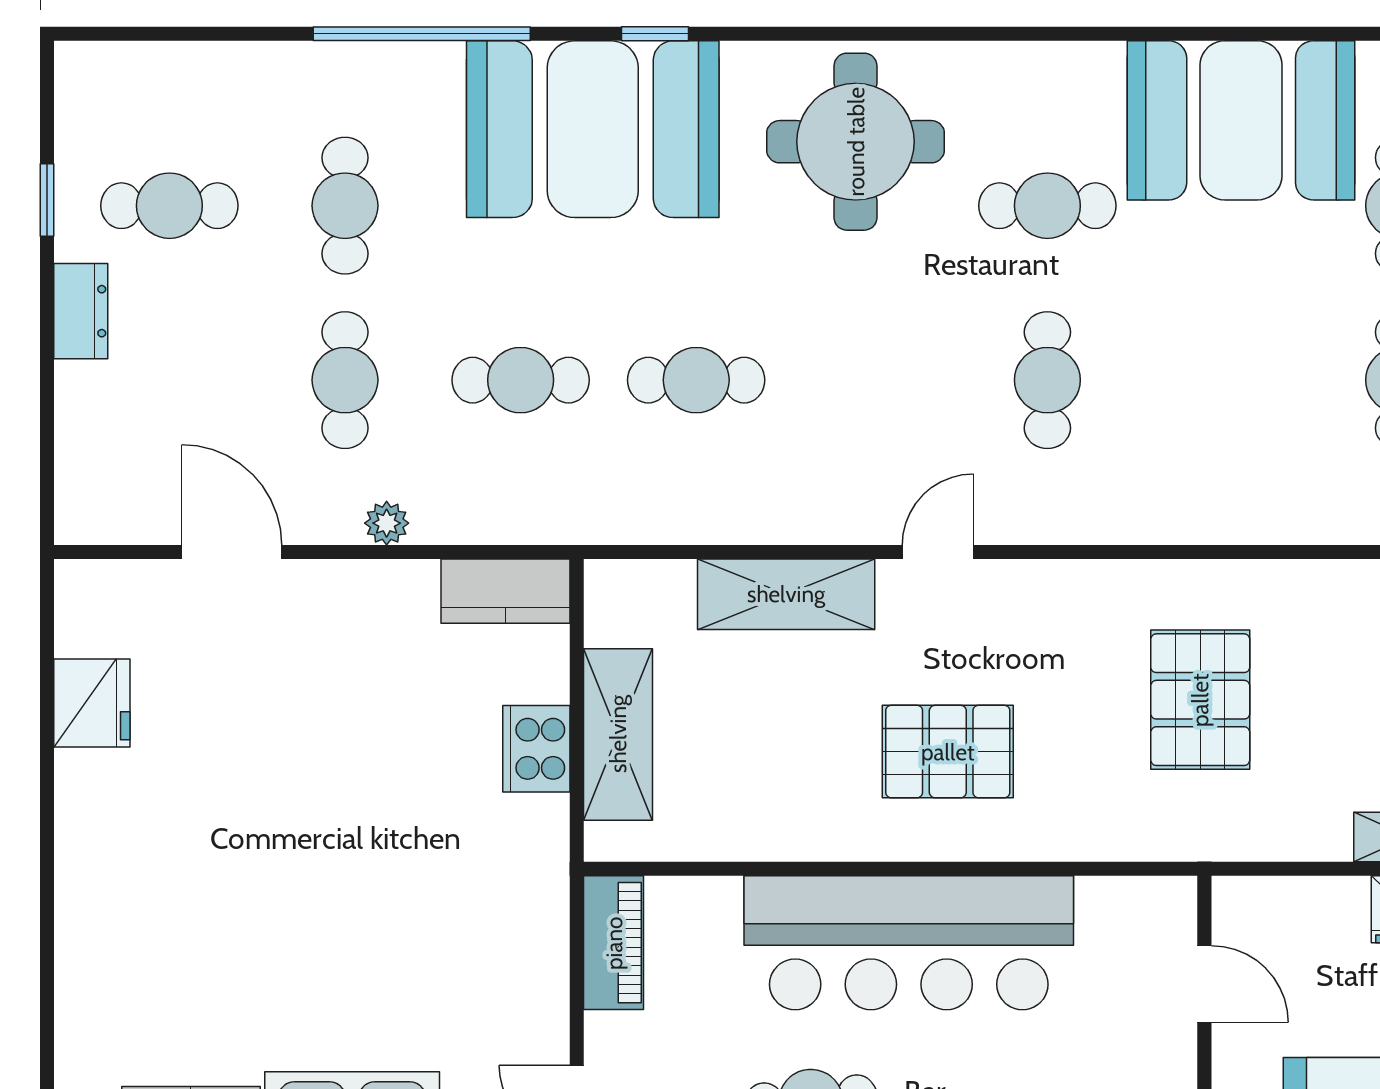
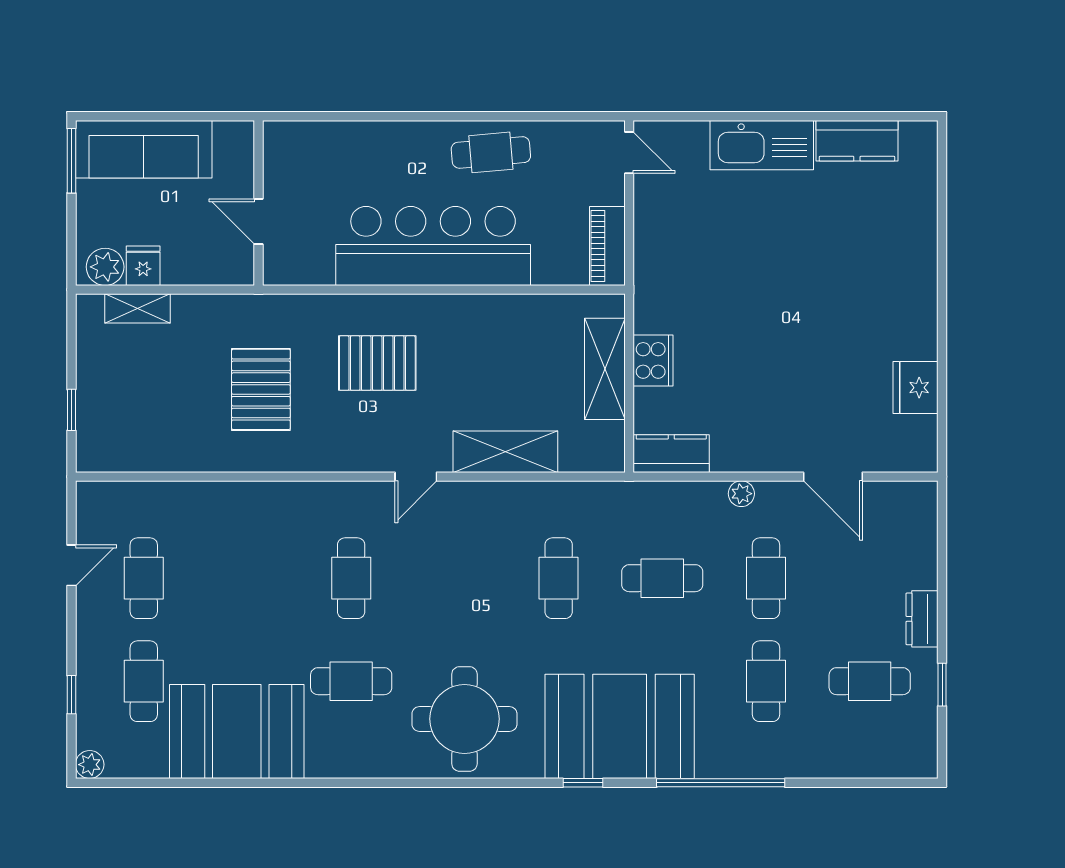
cafe table: (696, 380) -> (559, 578), turned 90
pallet: (948, 752) -> (377, 363), moved

